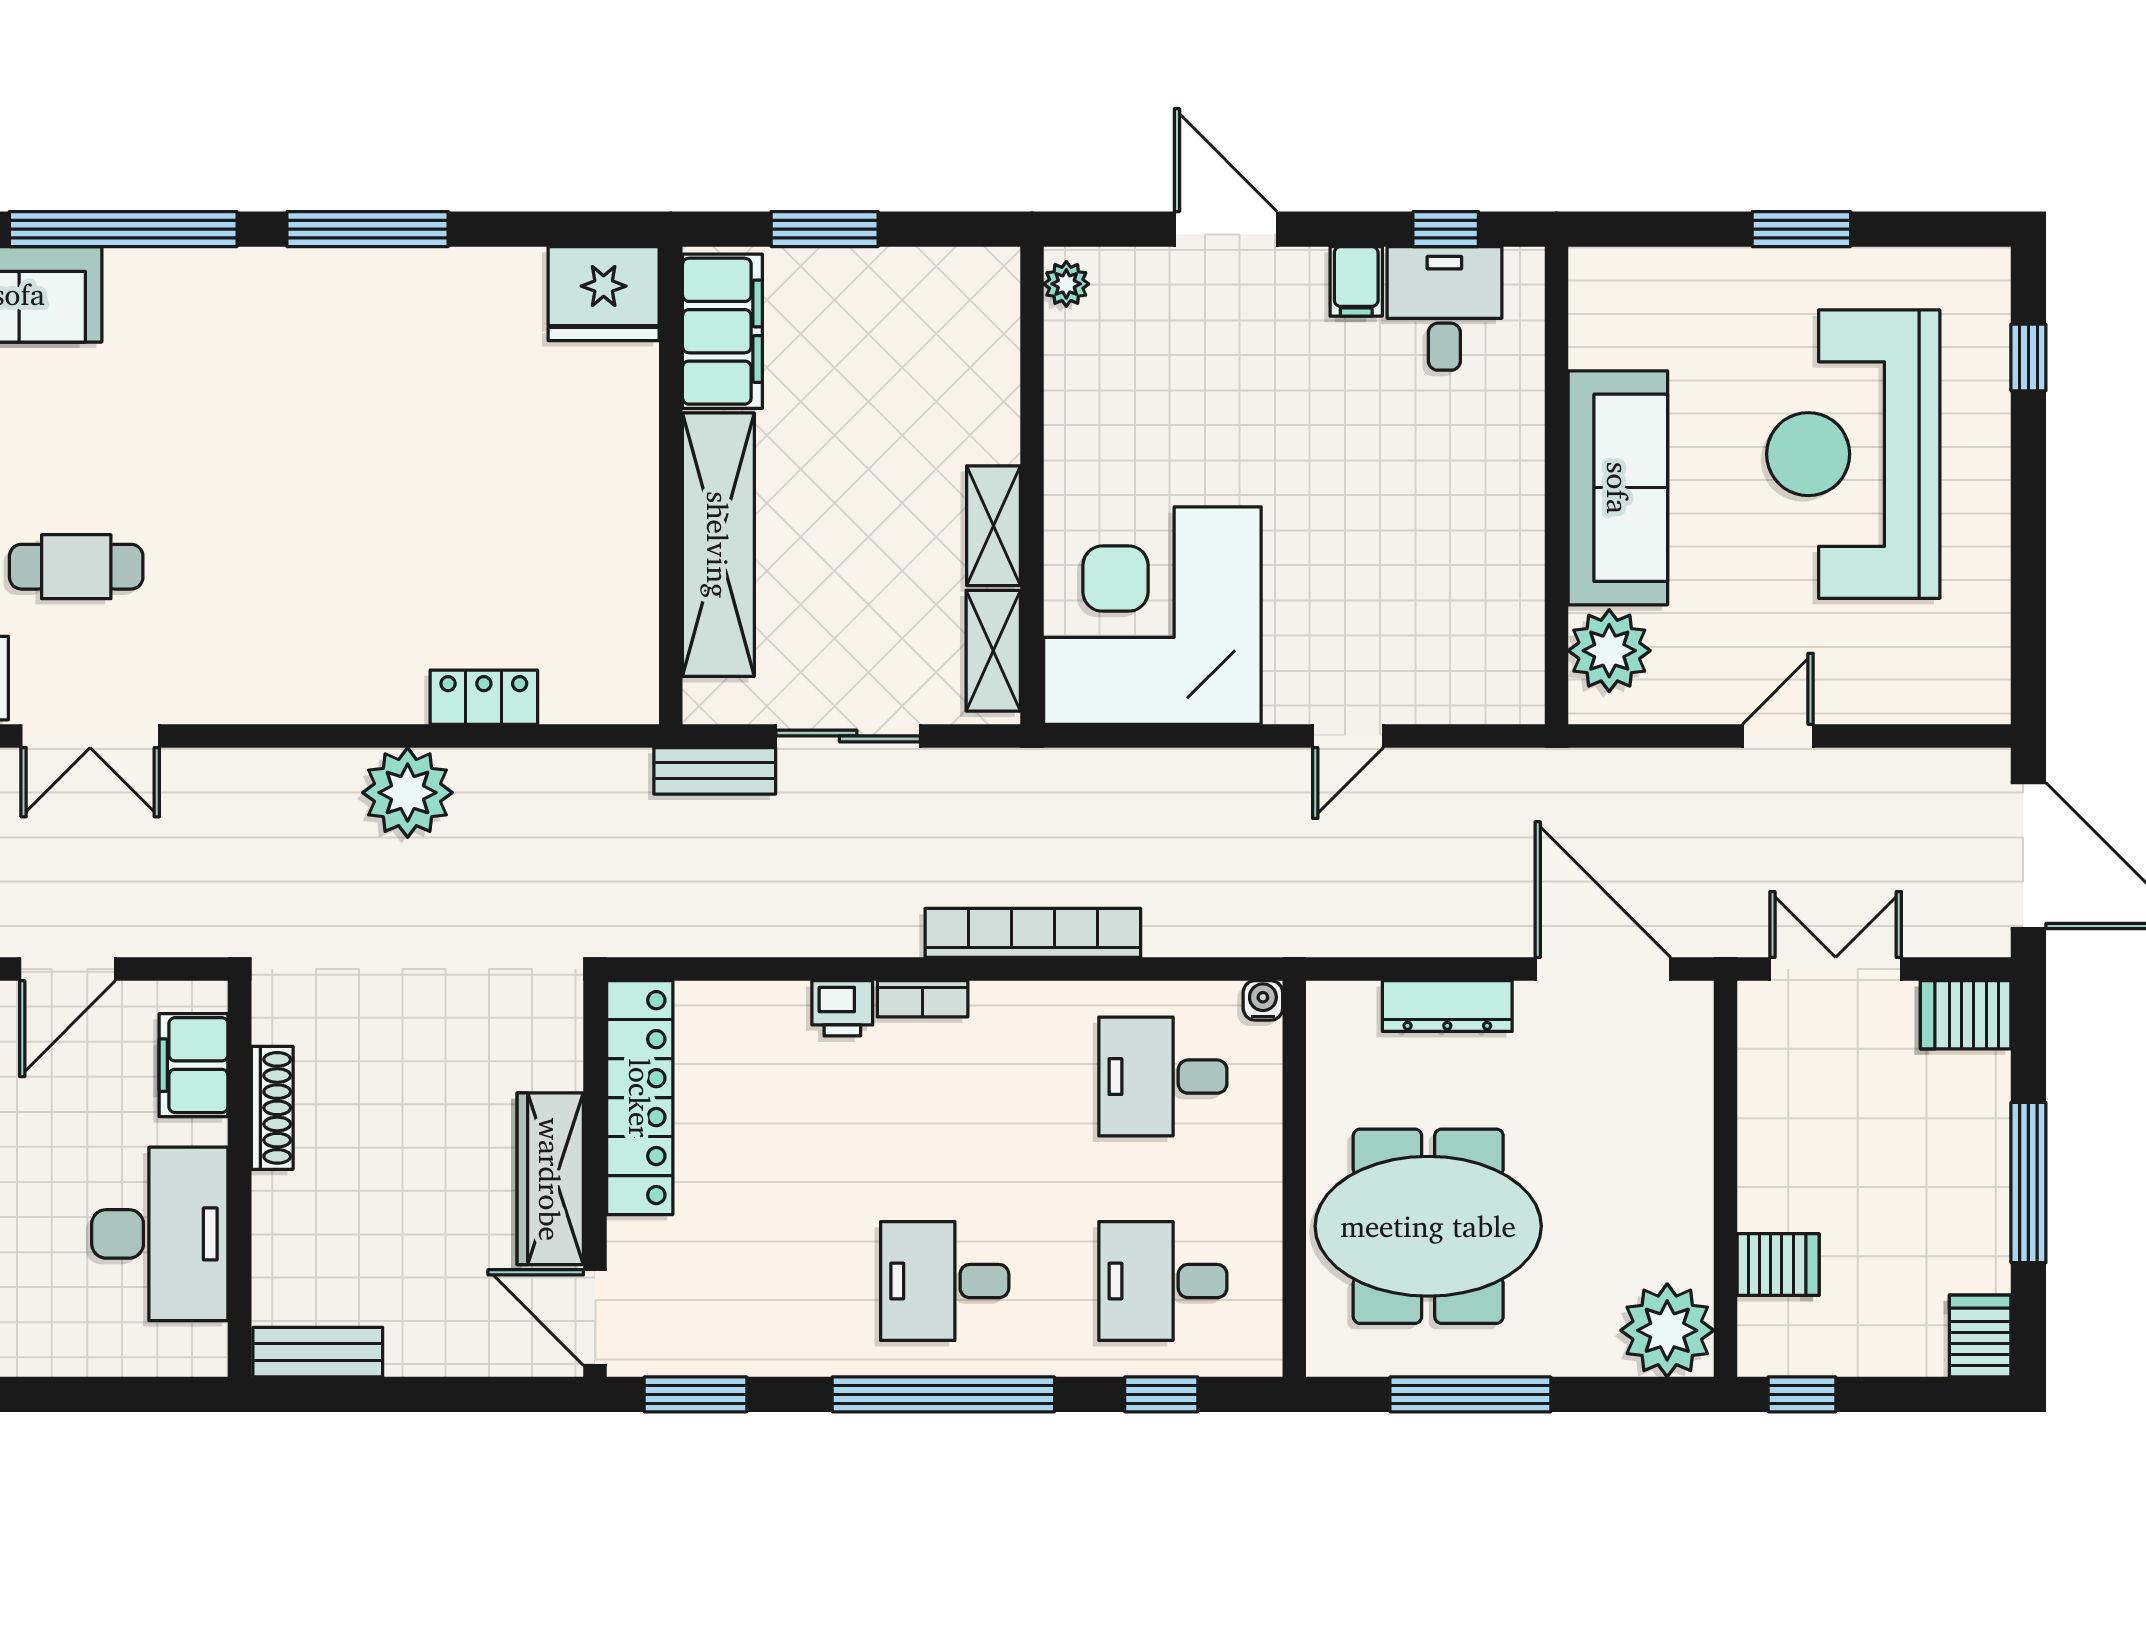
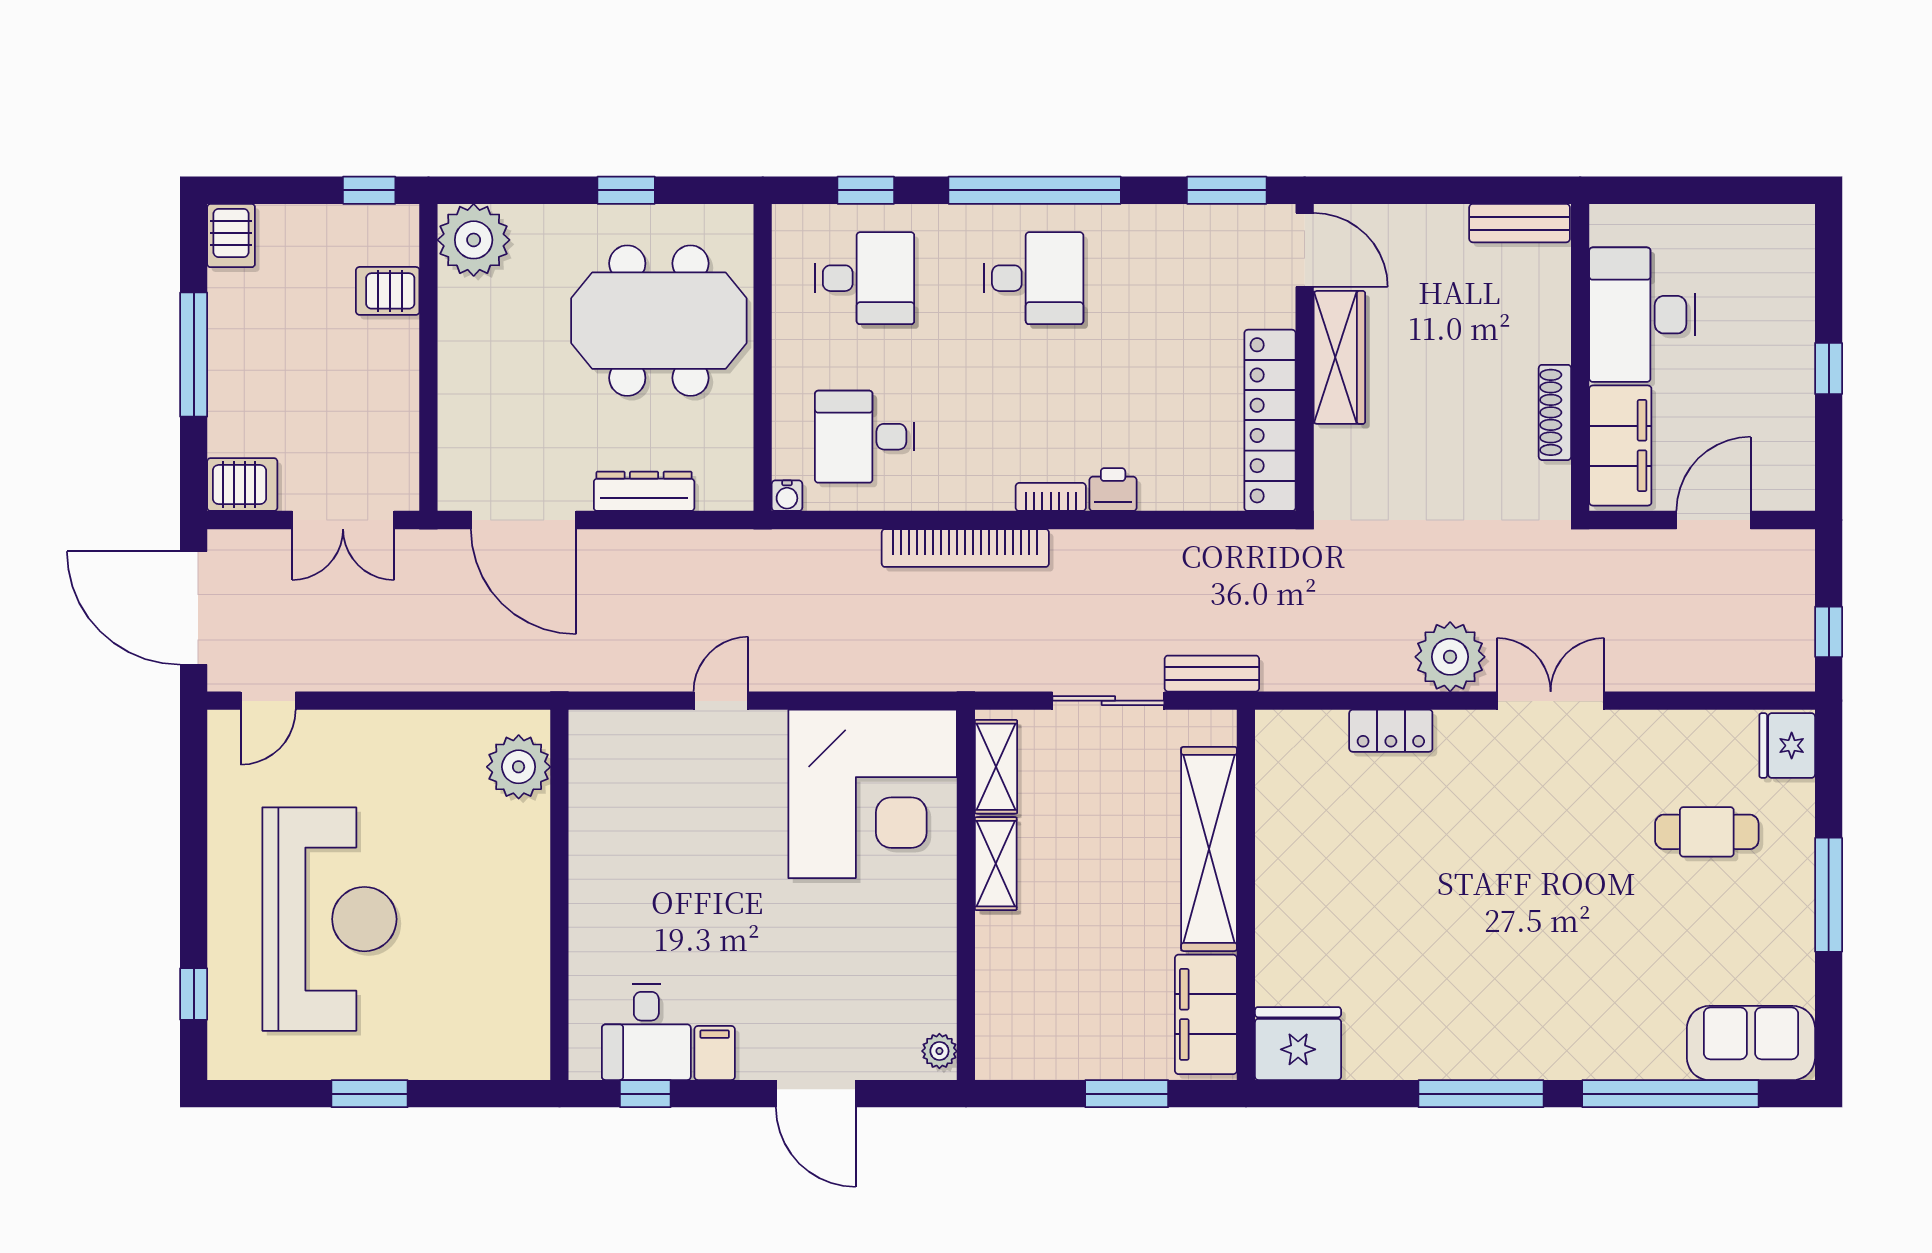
sofa: (1618, 488) -> (512, 893), removed
double door: (90, 736) -> (1551, 701), moved
door: (1778, 736) -> (268, 701), moved
filing cabinet: (194, 1065) -> (1620, 446), width x1.50, depth x1.17
desk: (1163, 1077) -> (865, 437), turned 180
window: (1470, 1394) -> (626, 190), width x0.46

